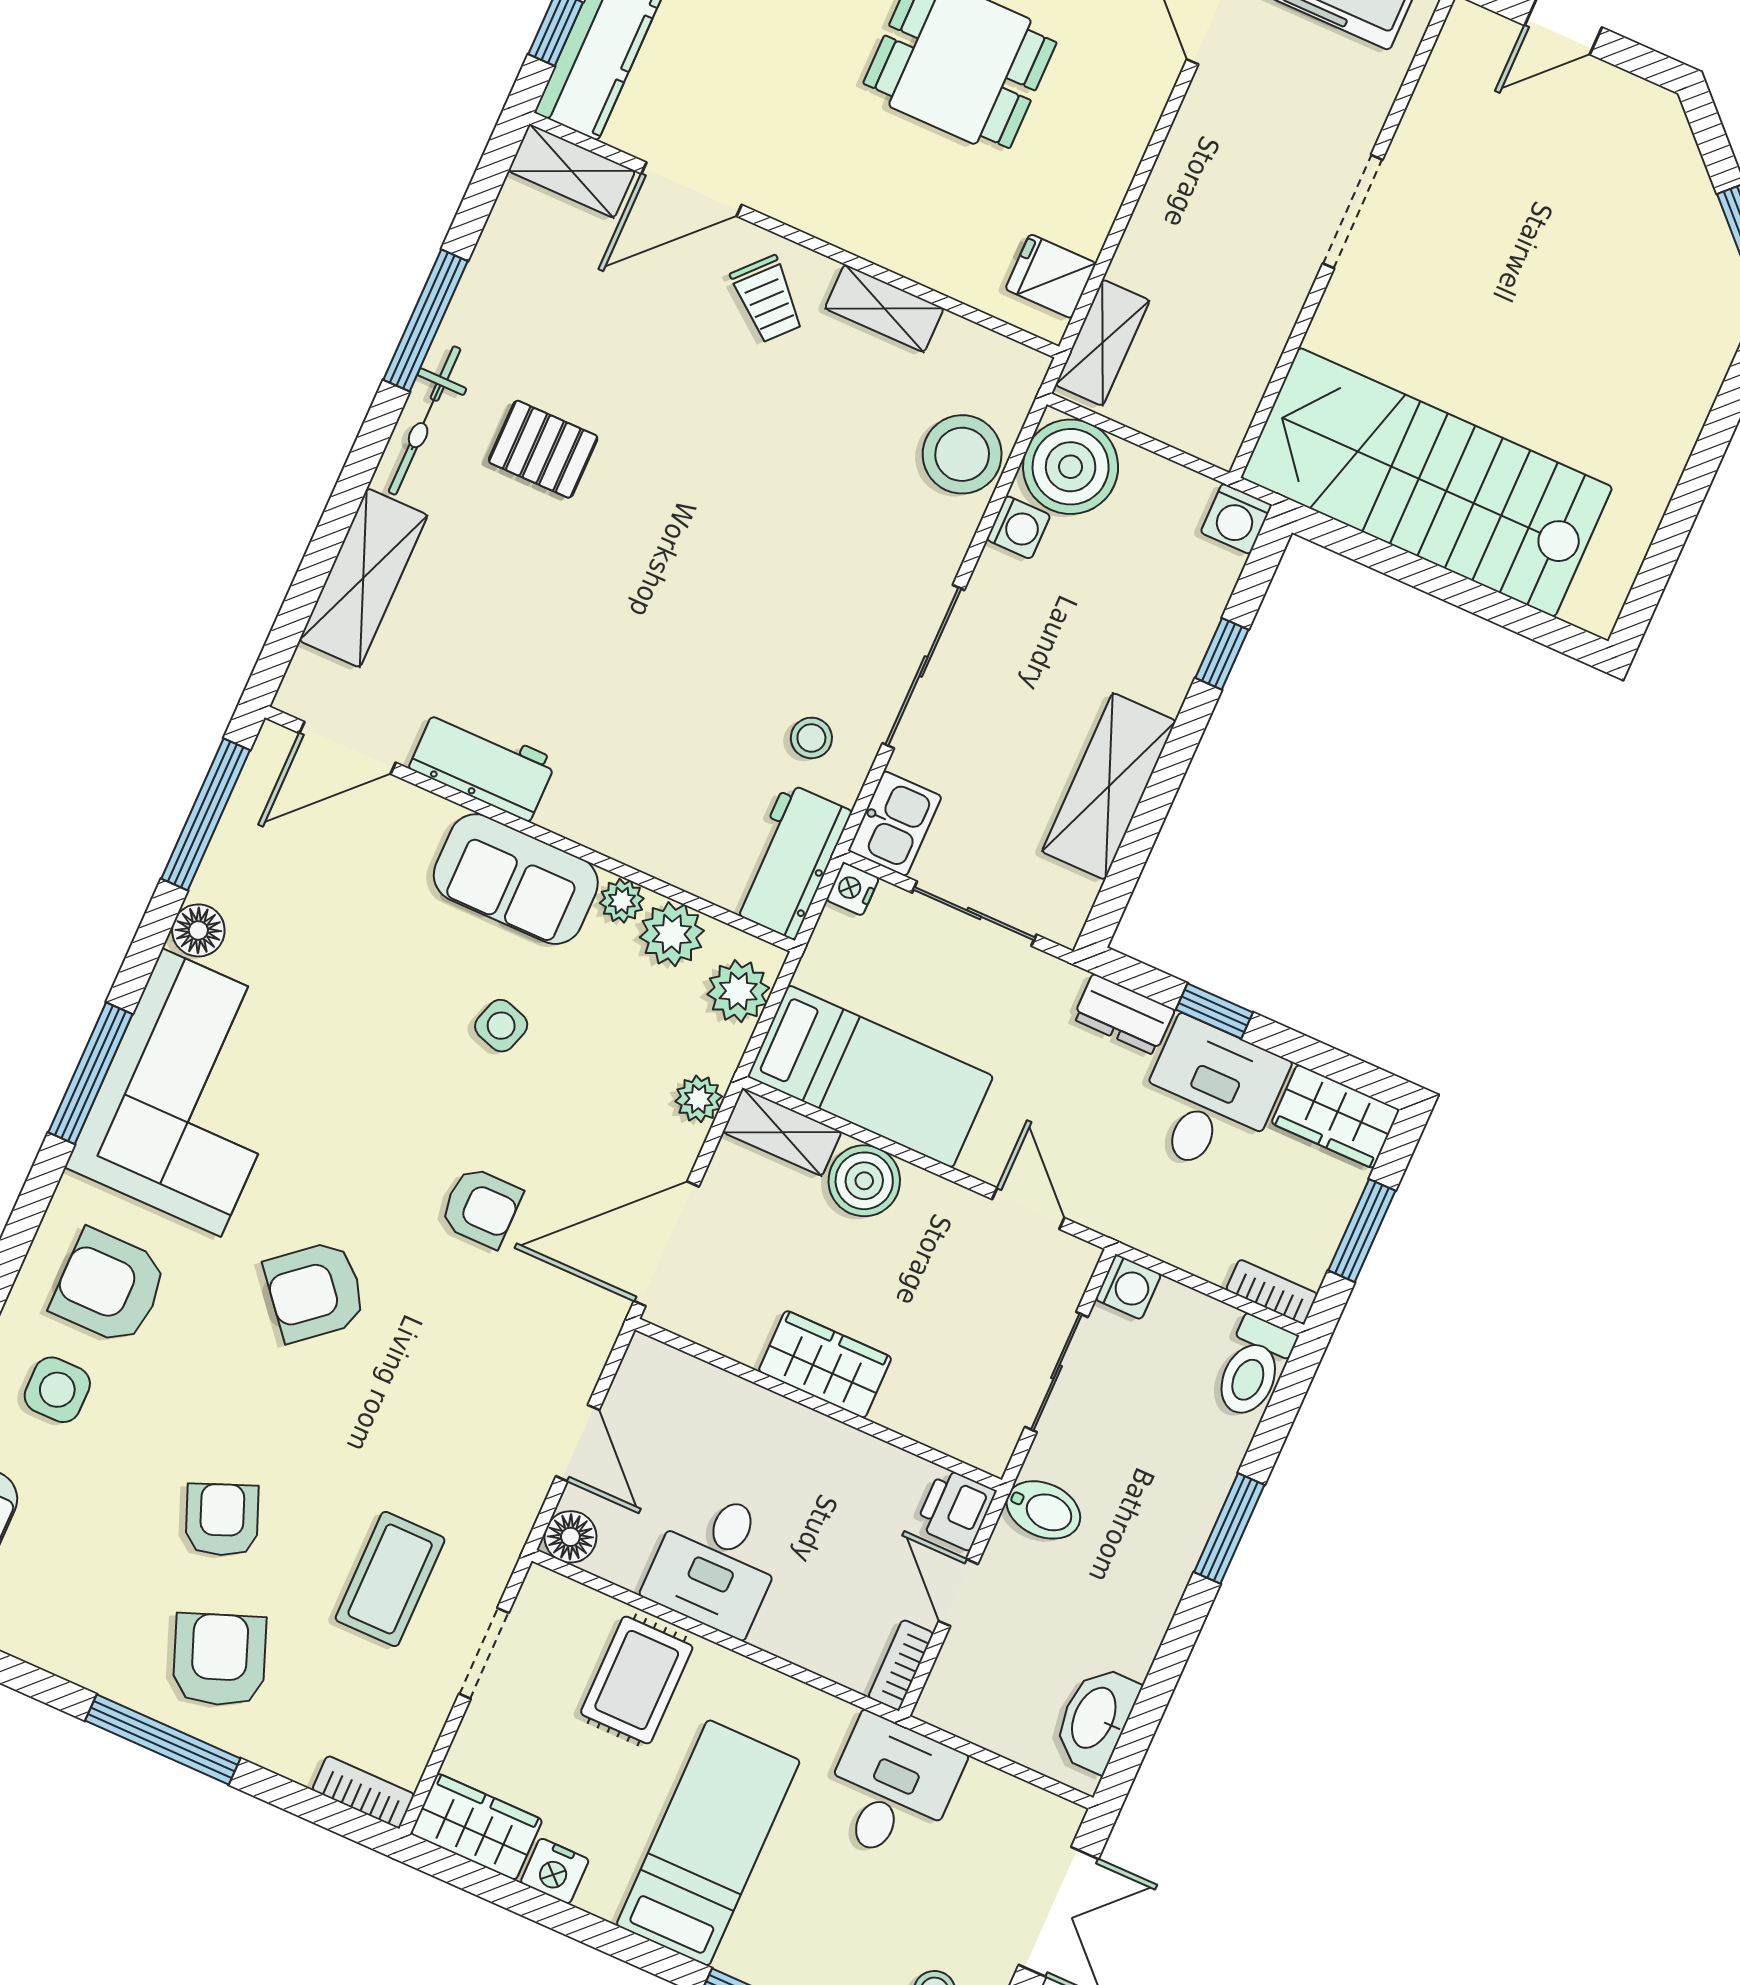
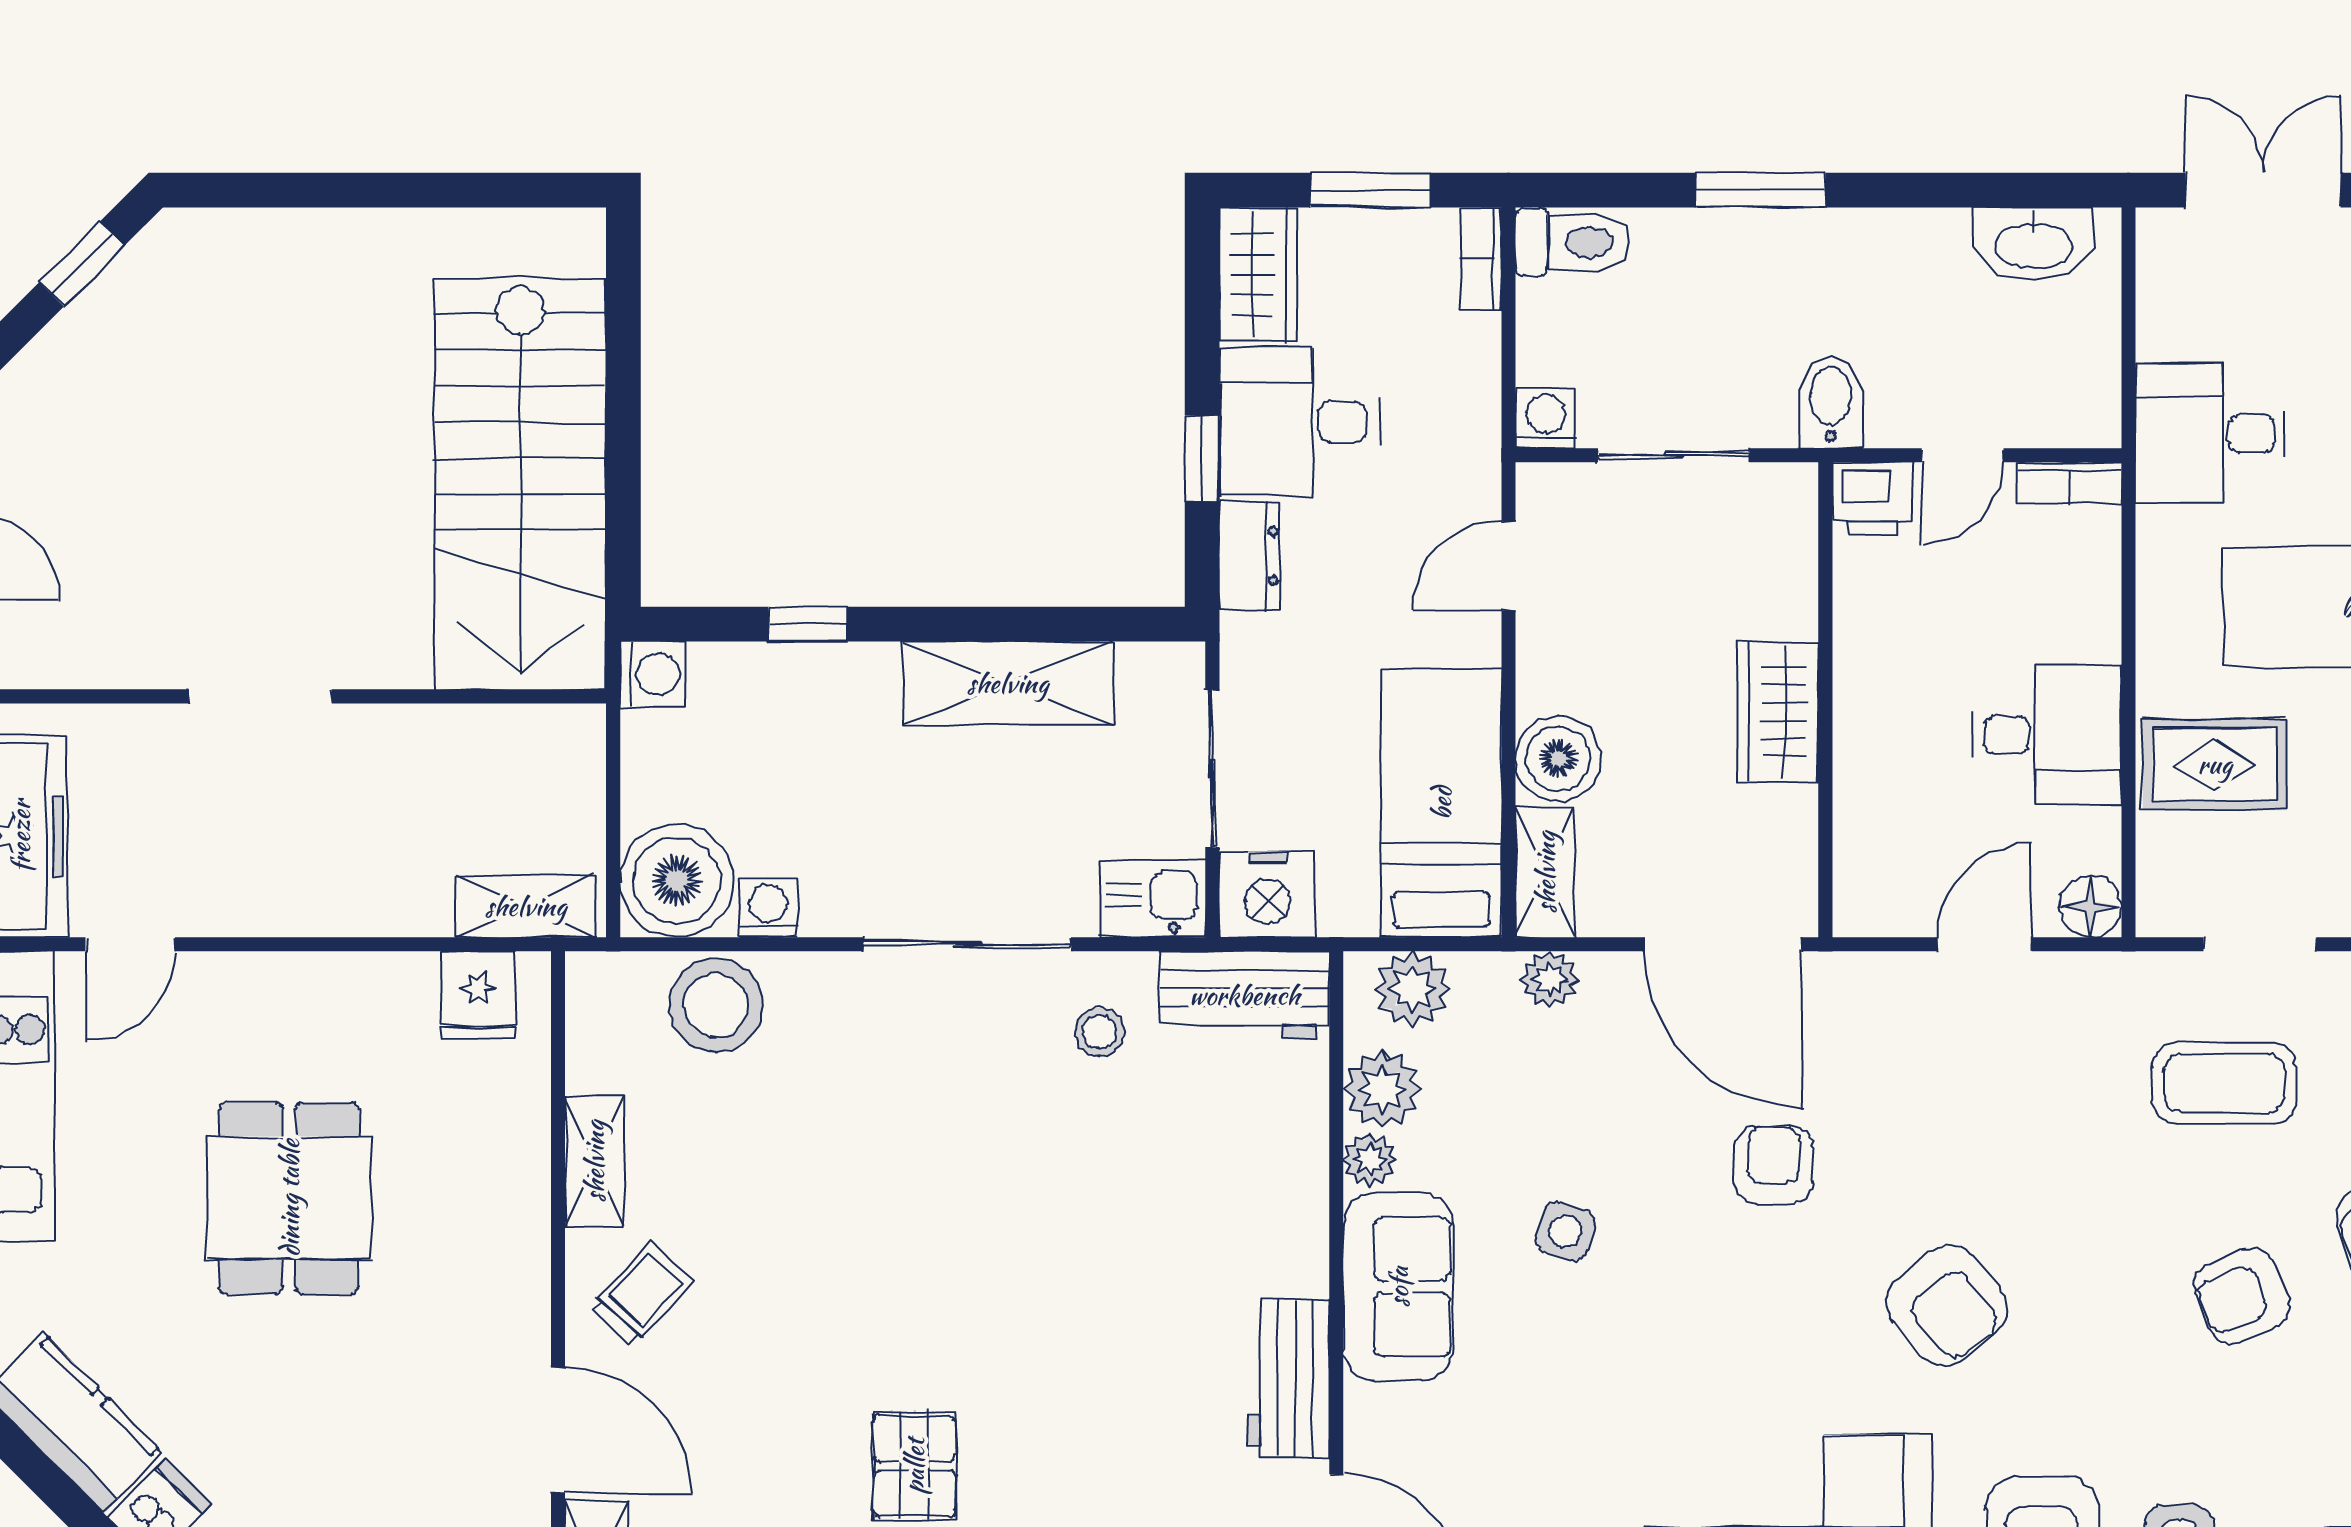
nightstand: (853, 889) -> (1267, 894), width x1.89, depth x1.79

